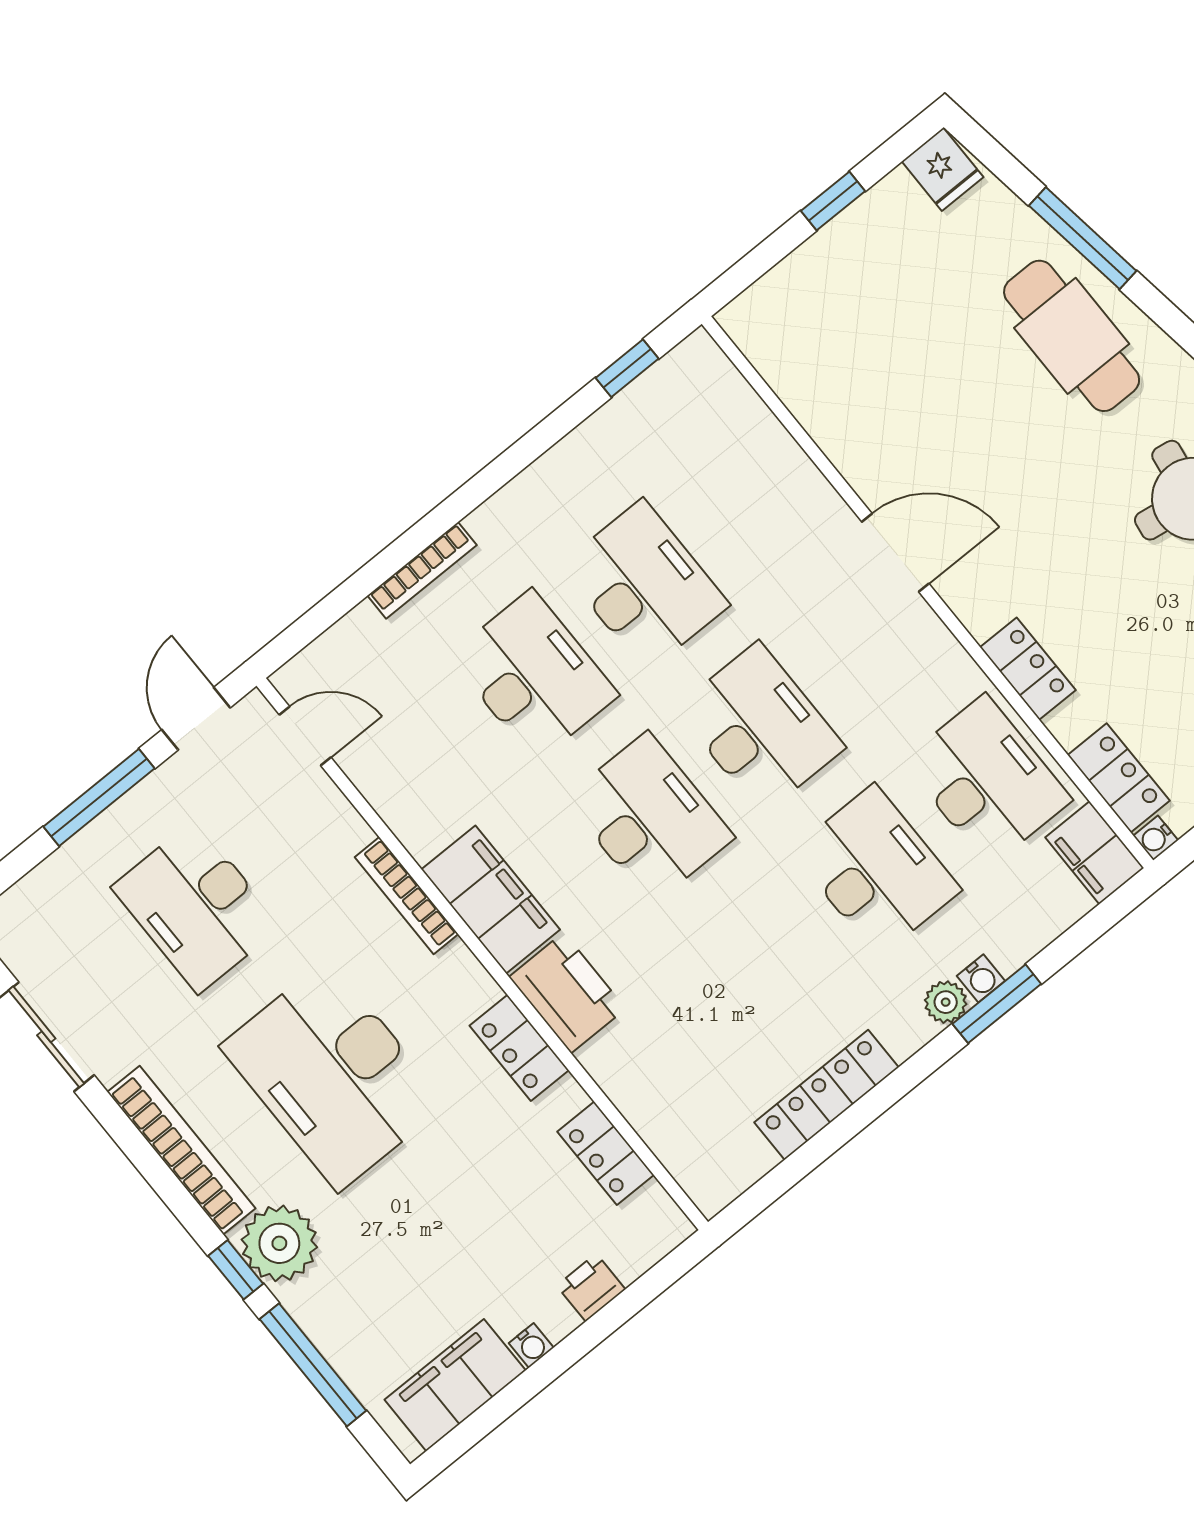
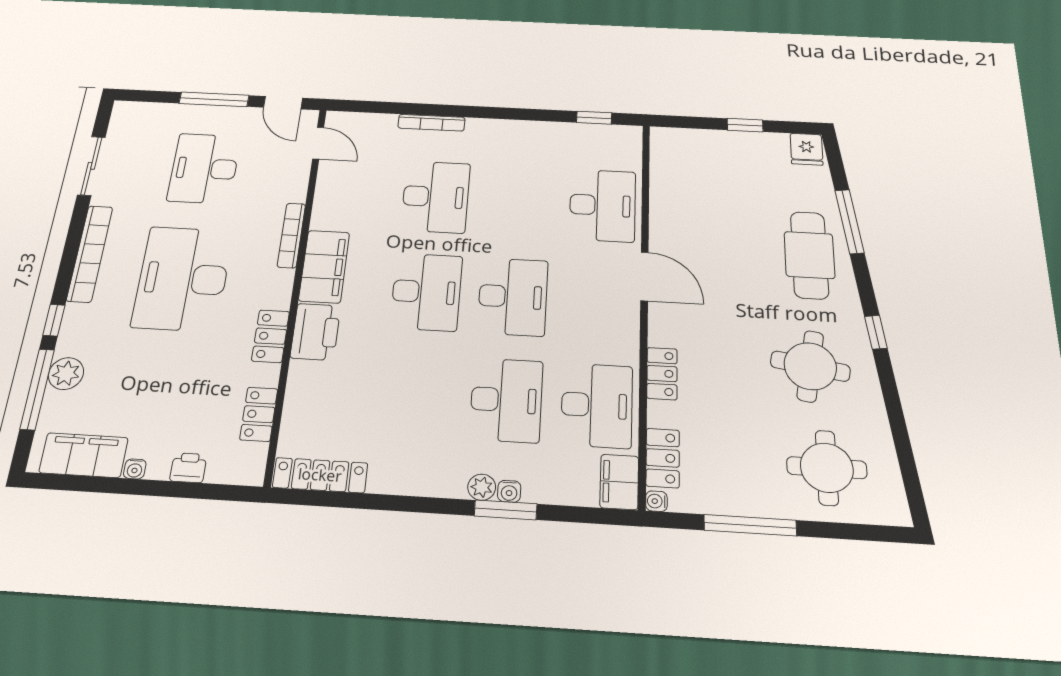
desk: (644, 585) -> (603, 205), moved
door: (196, 719) -> (283, 103), swing flipped
locker: (826, 1095) -> (320, 475), moved
plant: (279, 1243) -> (66, 374), moved, width x0.73, depth x0.73

